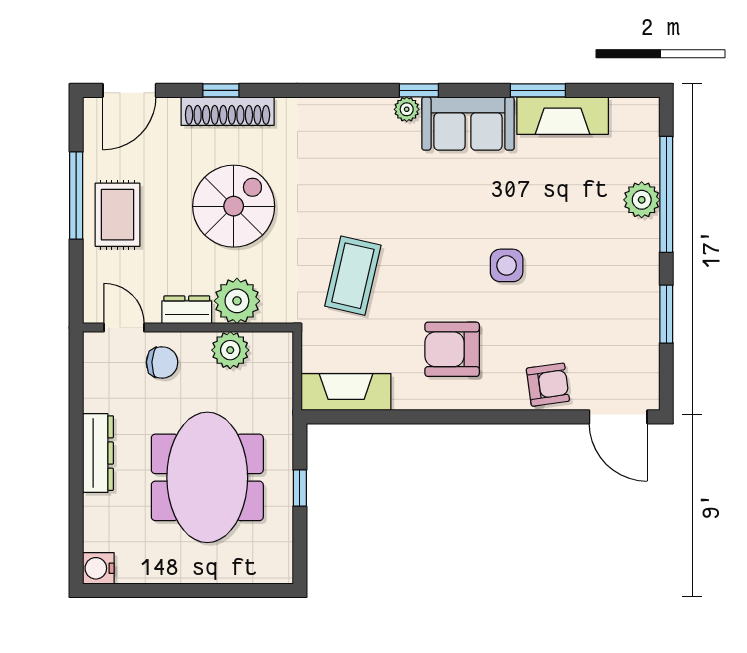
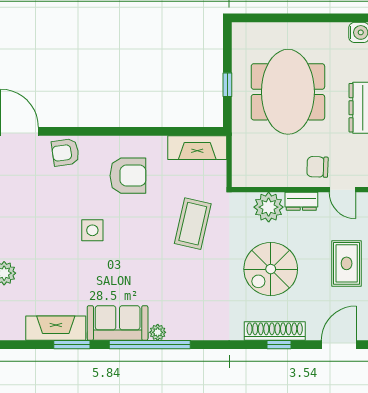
window: (419, 90) -> (150, 345), width x3.17
plant: (230, 350) -> (273, 175), removed

